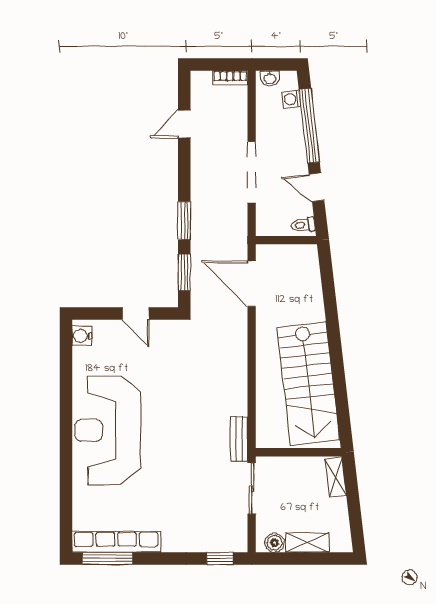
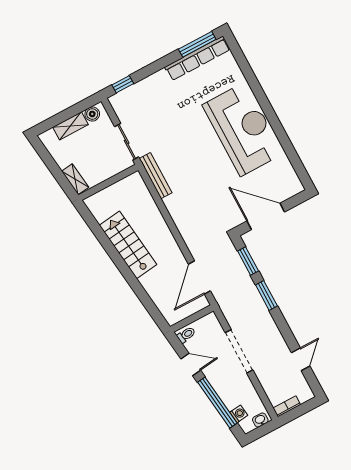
door: (252, 284) -> (199, 277), swing flipped
door: (136, 314) -> (266, 216), width x1.87
water cooler: (82, 336) -> (293, 183), removed
stairs: (308, 384) -> (128, 245), width x0.73, depth x0.66
bench: (239, 439) -> (156, 176), width x1.36

